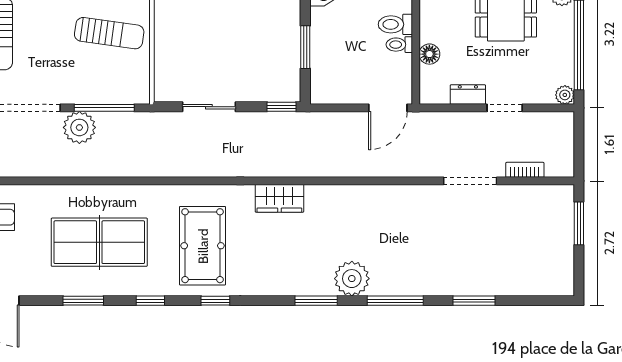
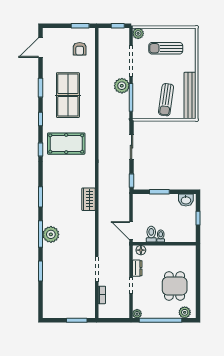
toilet: (395, 24) -> (151, 234), moved
floor lamp: (429, 54) -> (141, 250), moved
wardrobe: (279, 198) -> (89, 199), moved
plant: (352, 279) -> (51, 234), moved

